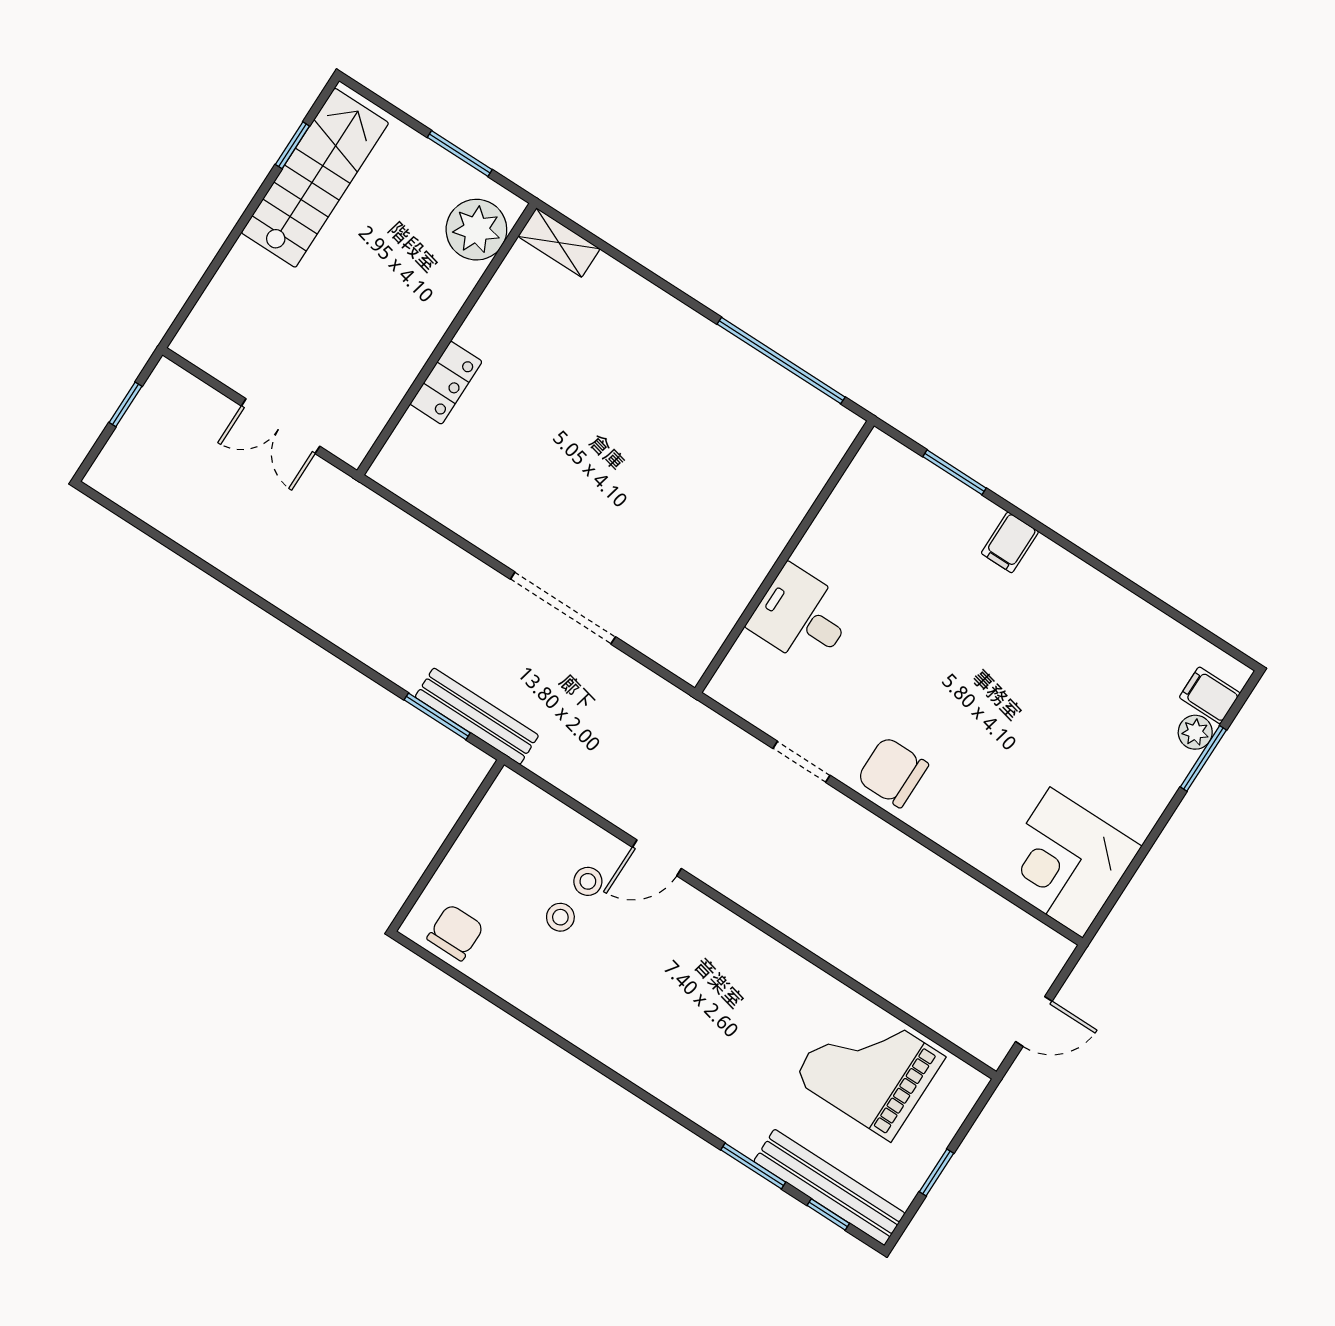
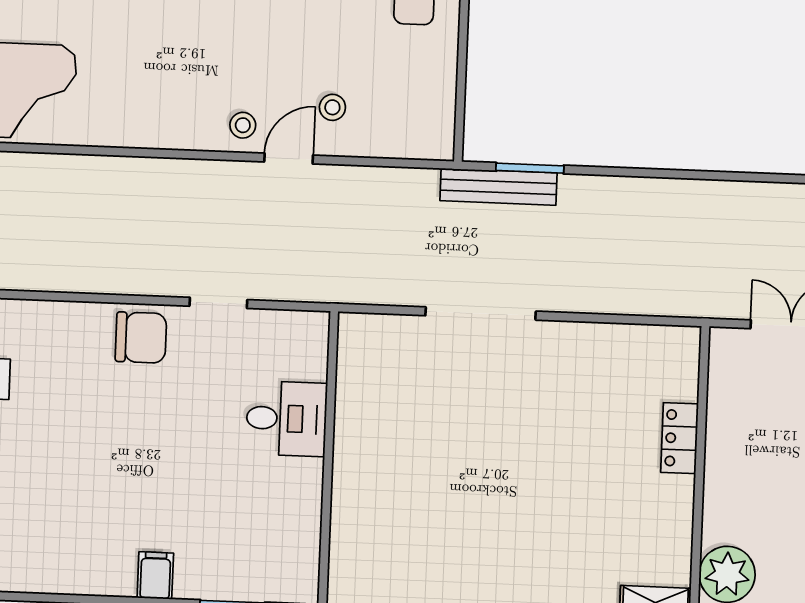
stool: (560, 917) -> (243, 125), moved

